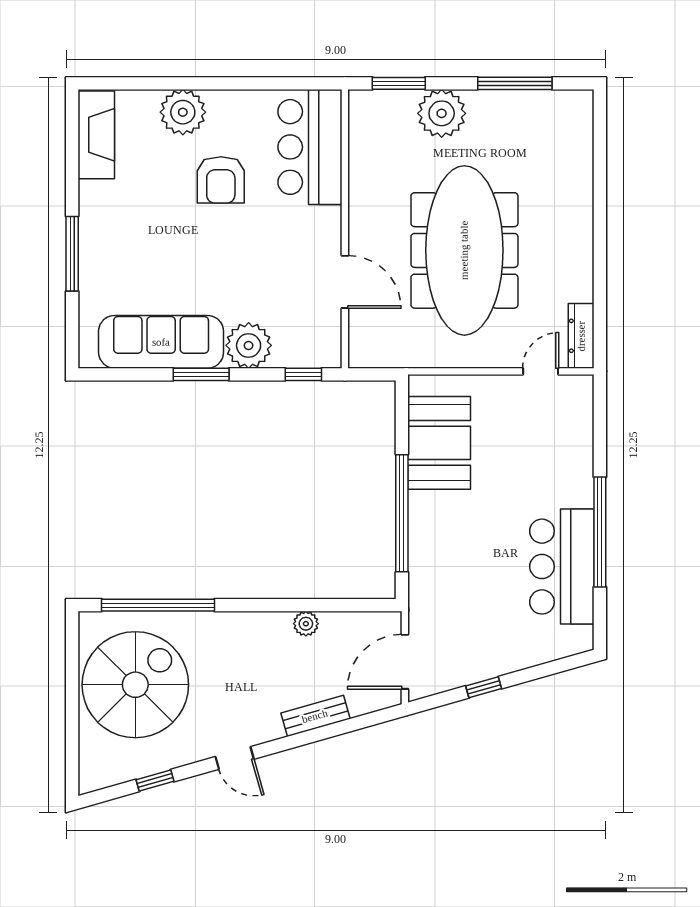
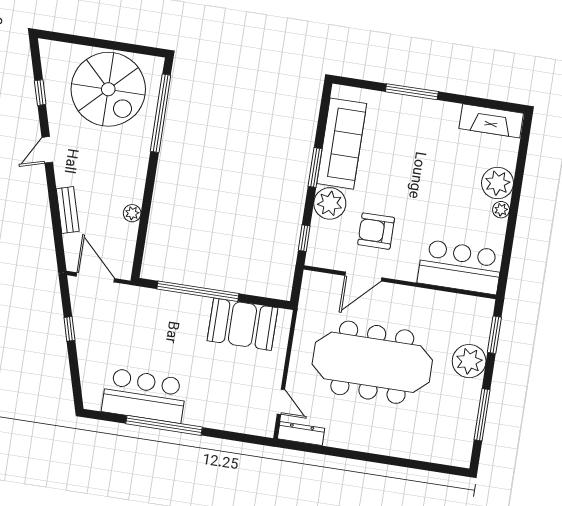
plant: (220, 101) -> (501, 210), added
armchair: (221, 180) -> (376, 231), moved

